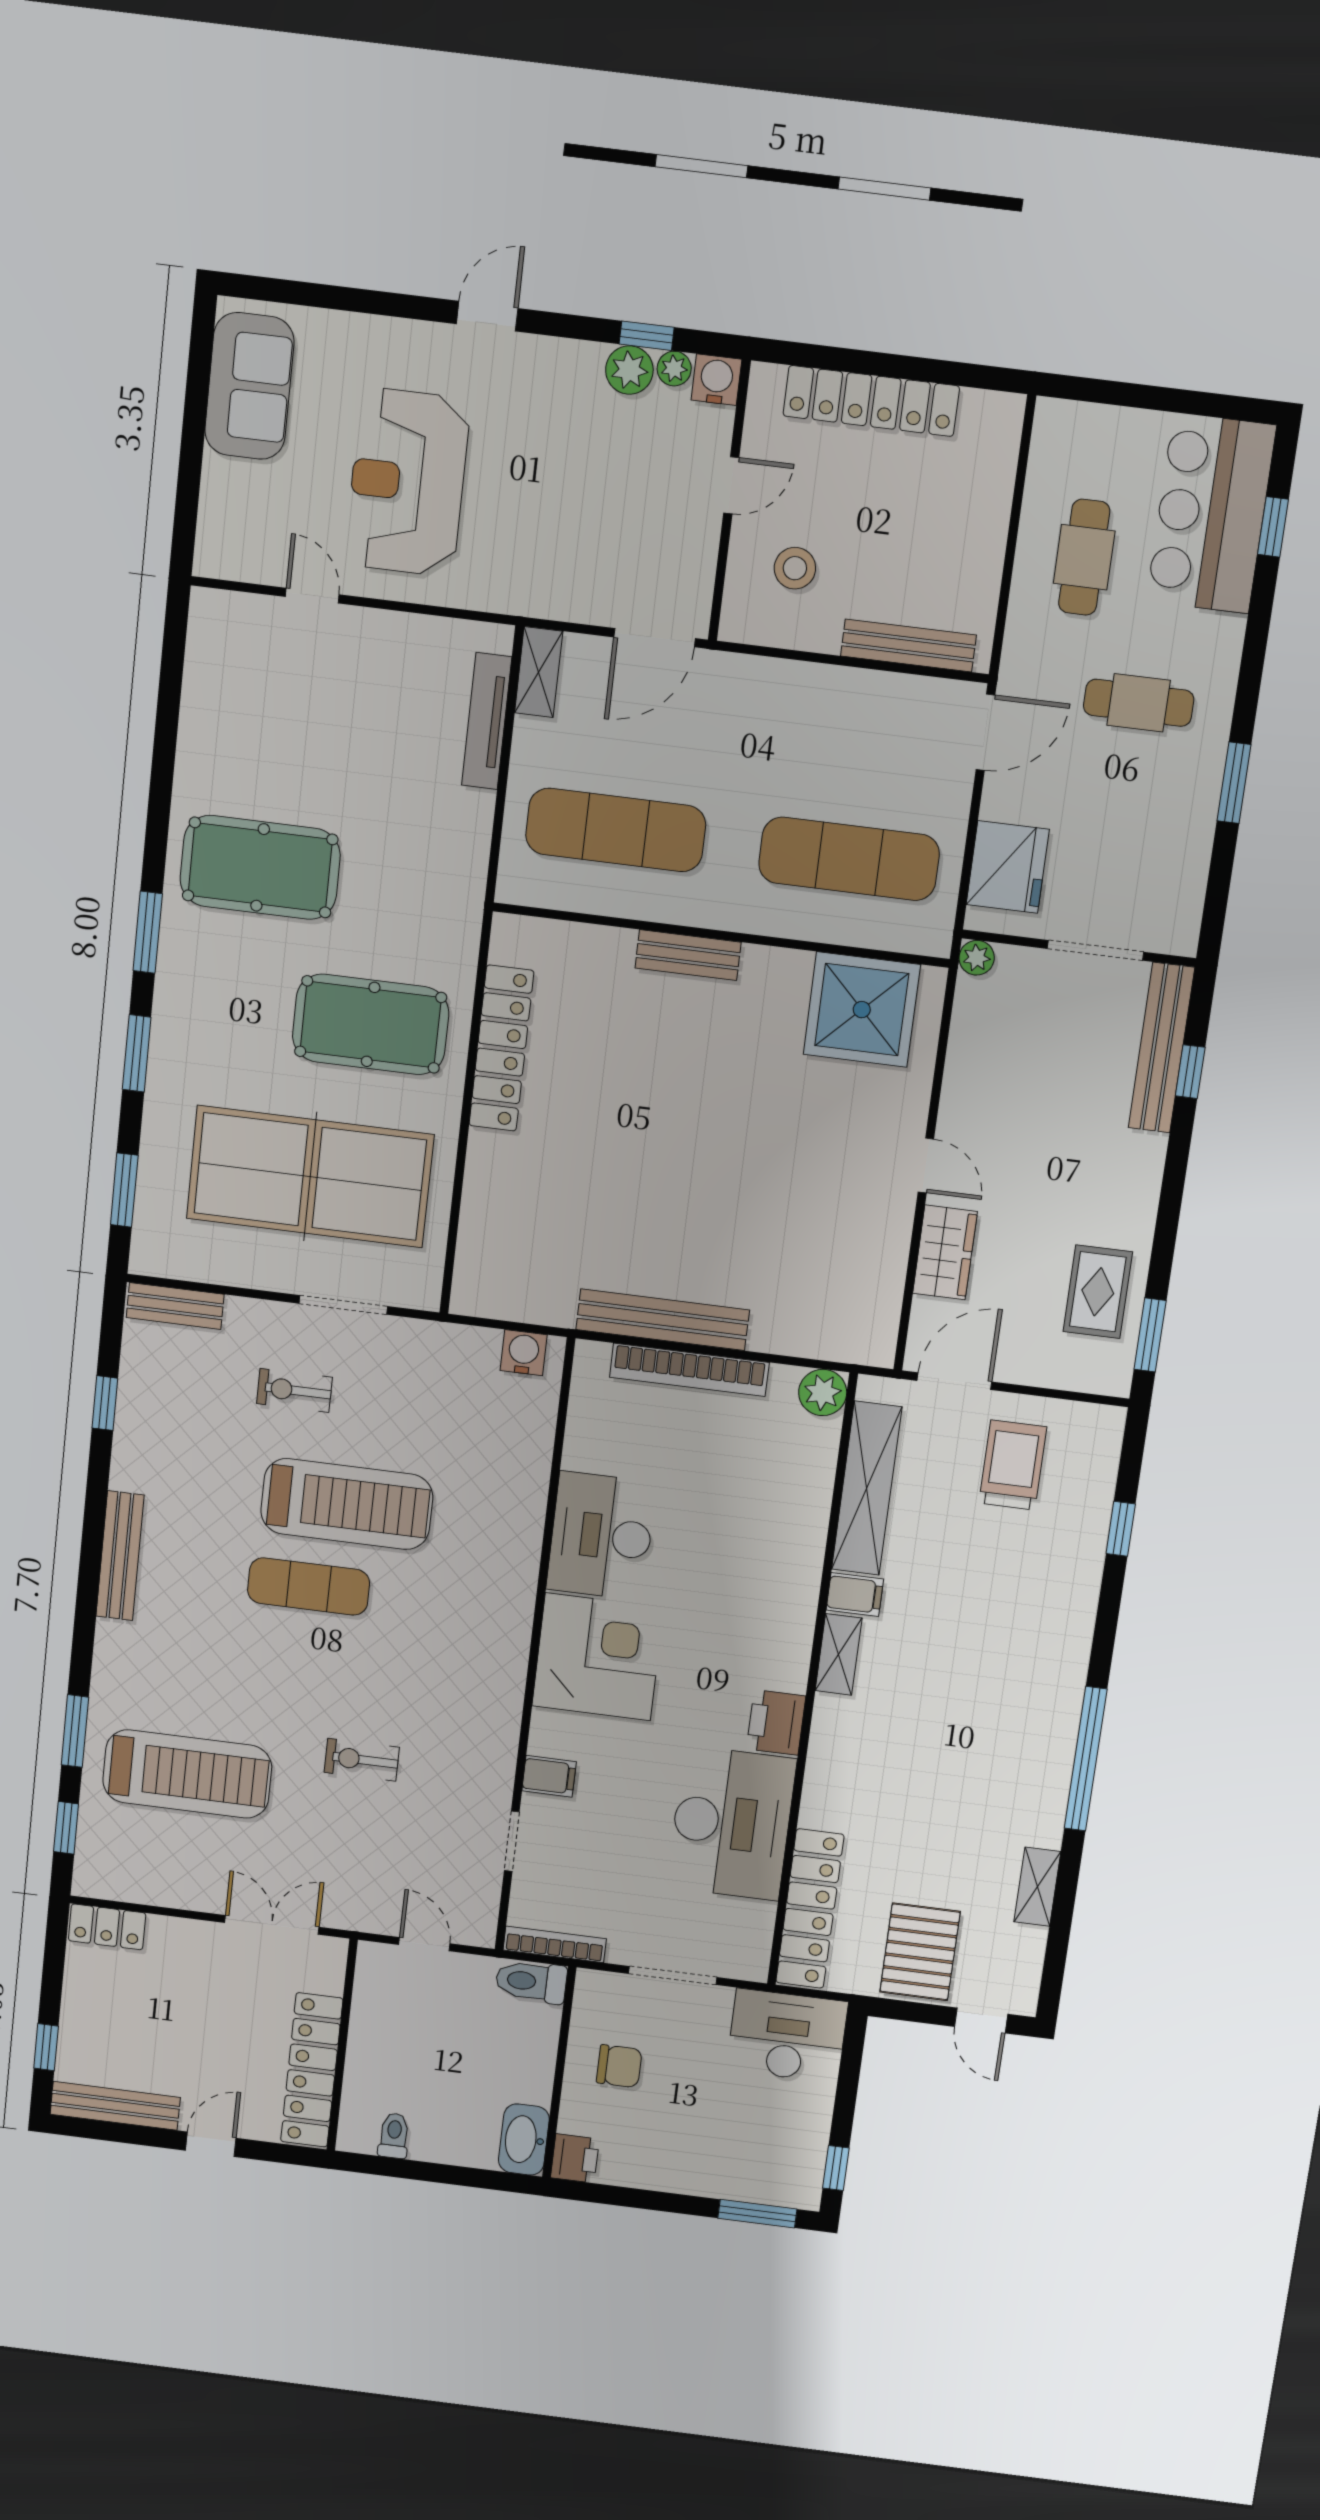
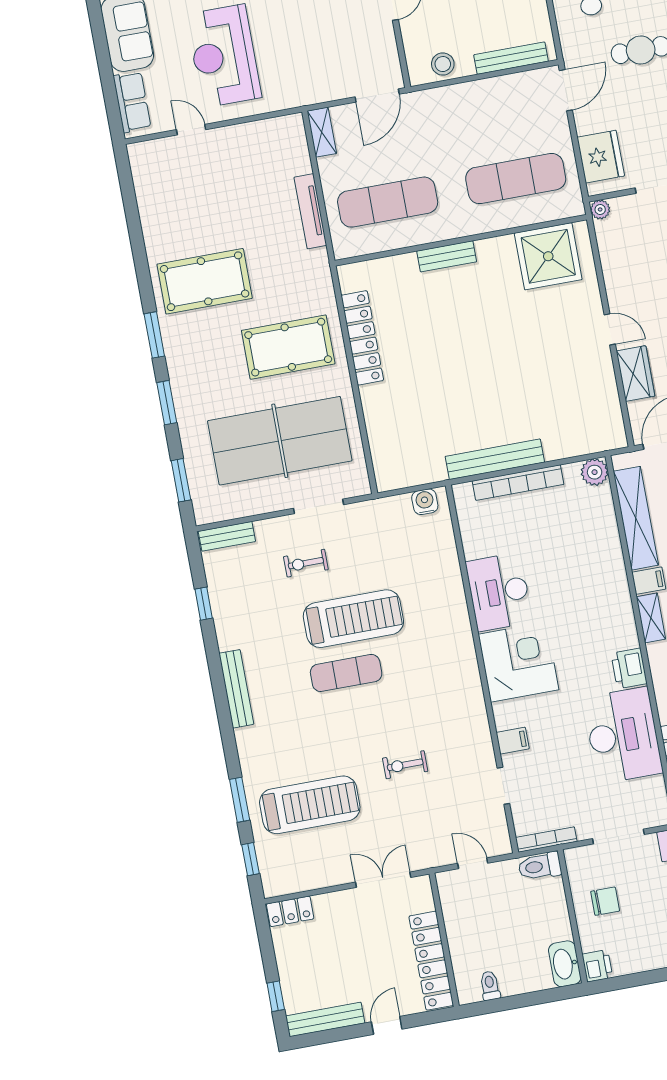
row of seats: (223, 514) -> (132, 102), added
stool: (795, 568) -> (443, 64), moved
tv unit: (487, 721) -> (310, 211), moved

